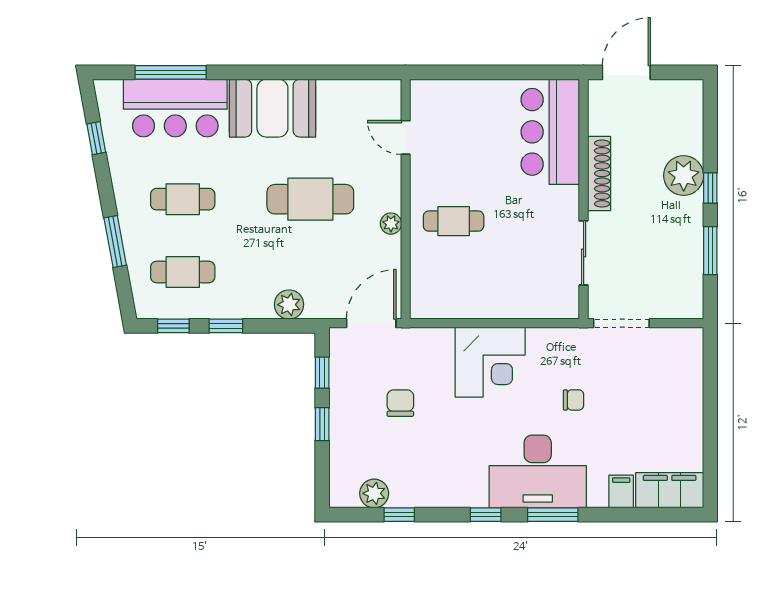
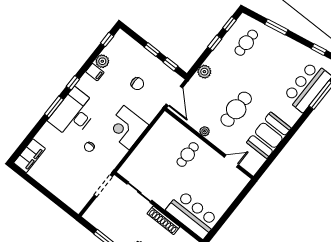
booth: (272, 108) -> (269, 135), moved
cafe table: (183, 199) -> (272, 63), removed
filing cabinet: (621, 492) -> (95, 72), moved
plant: (374, 493) -> (102, 61), moved
window: (399, 515) -> (107, 40), moved

